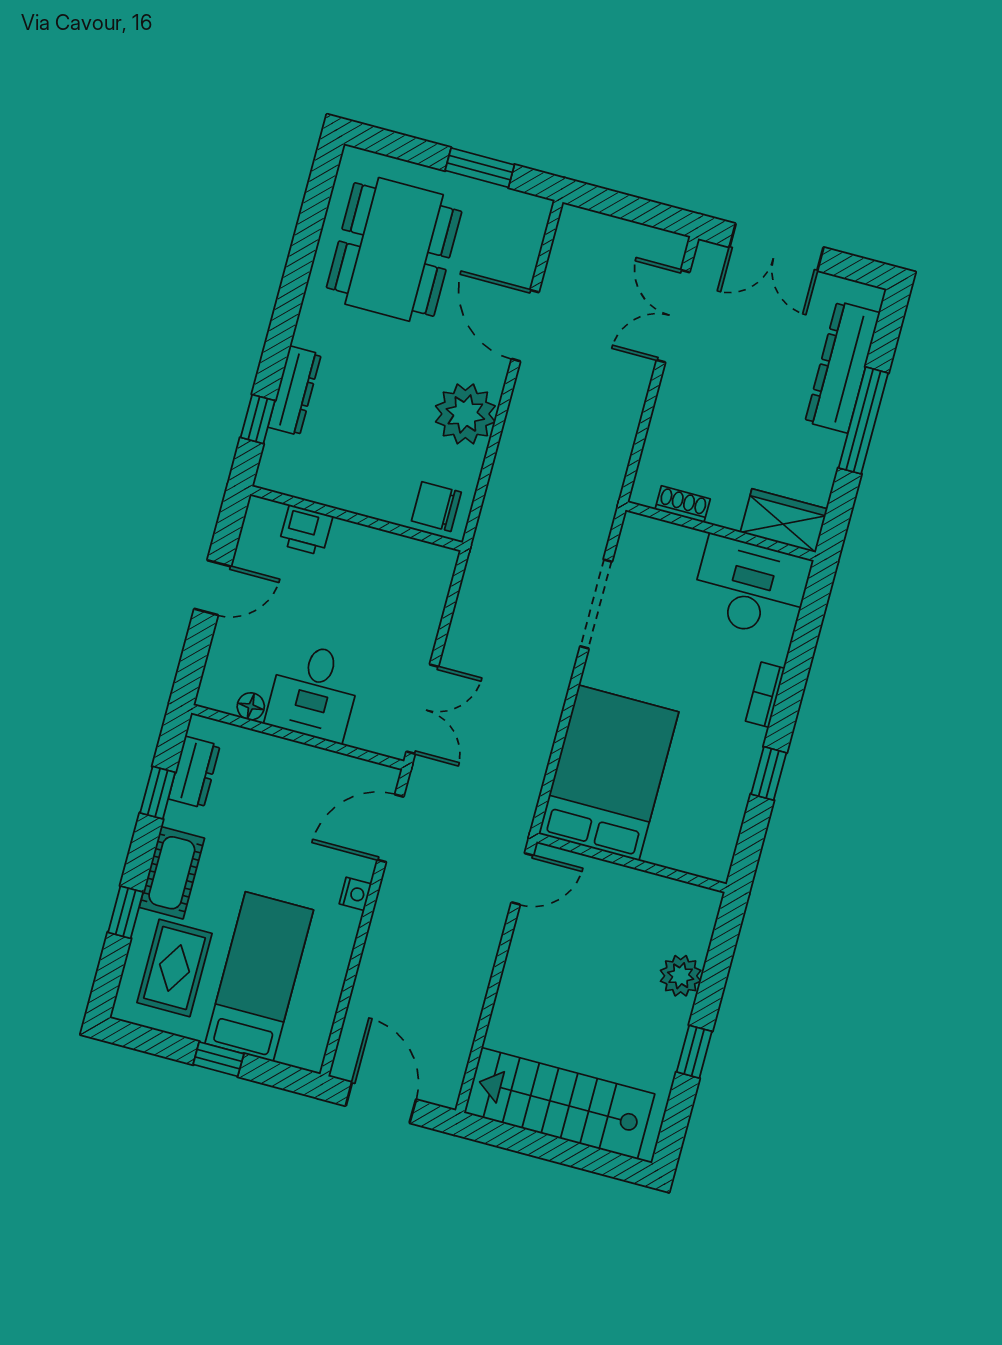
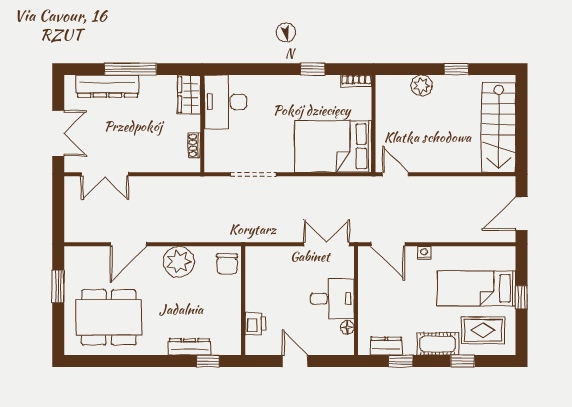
bookcase: (765, 695) -> (356, 81), moved

